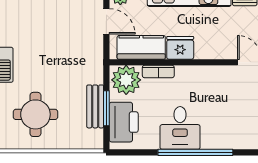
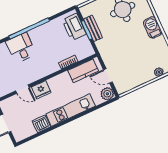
fridge: (180, 48) -> (41, 90), moved
plant: (126, 80) -> (83, 50), removed
desk: (180, 128) -> (21, 48), moved

